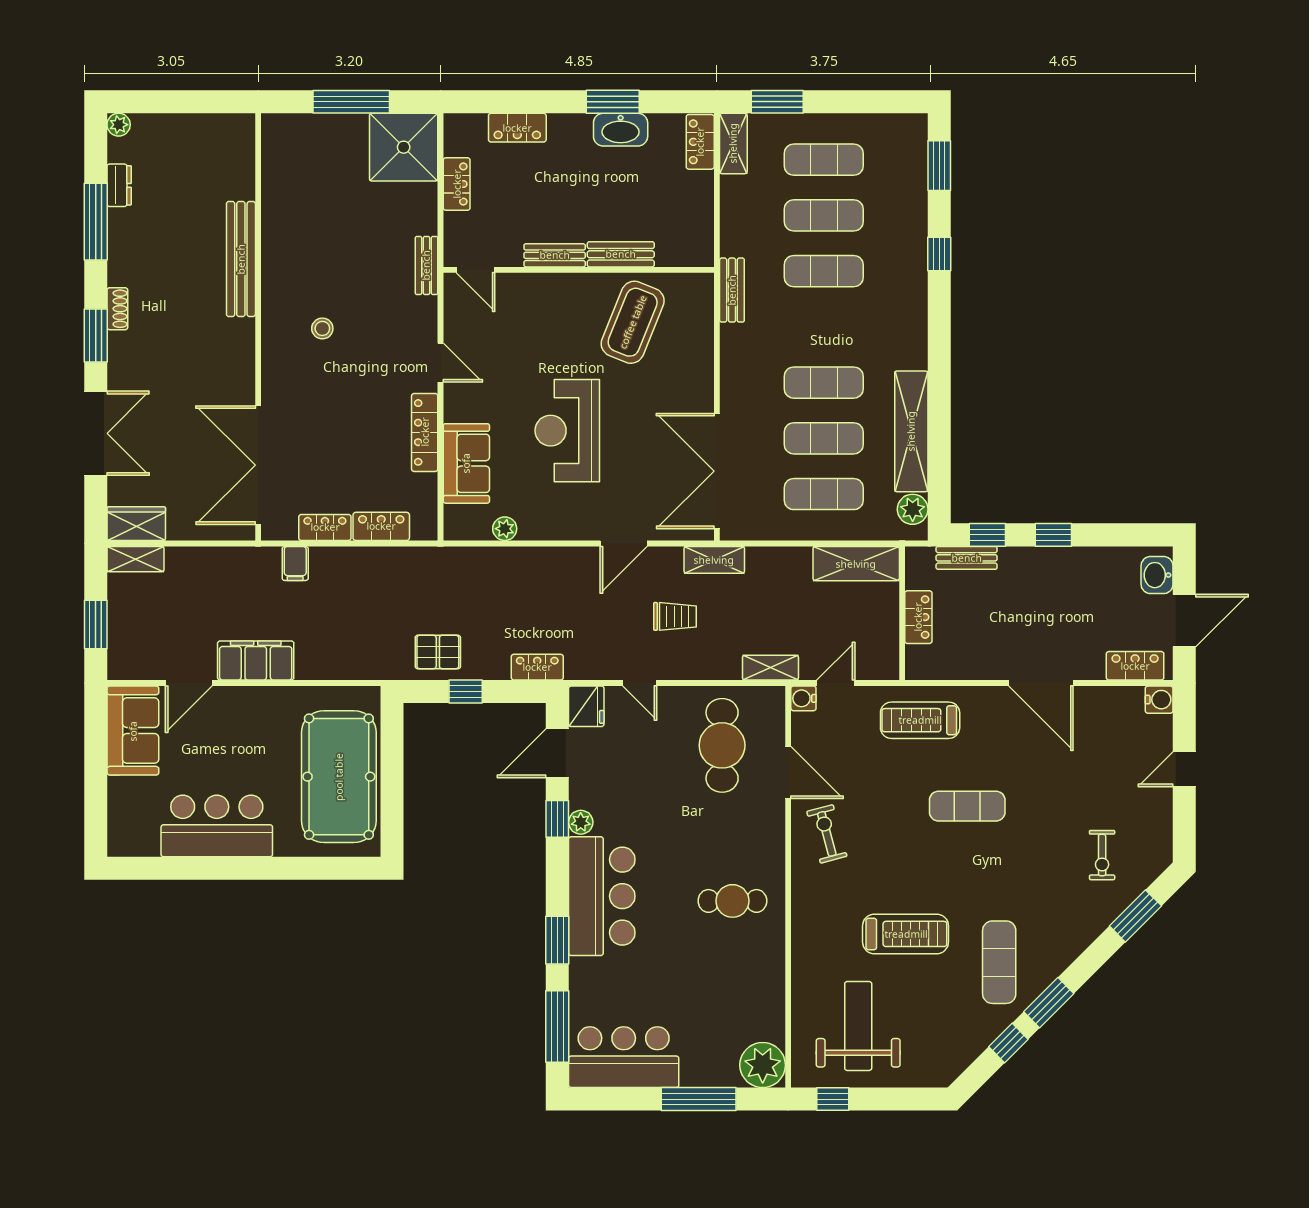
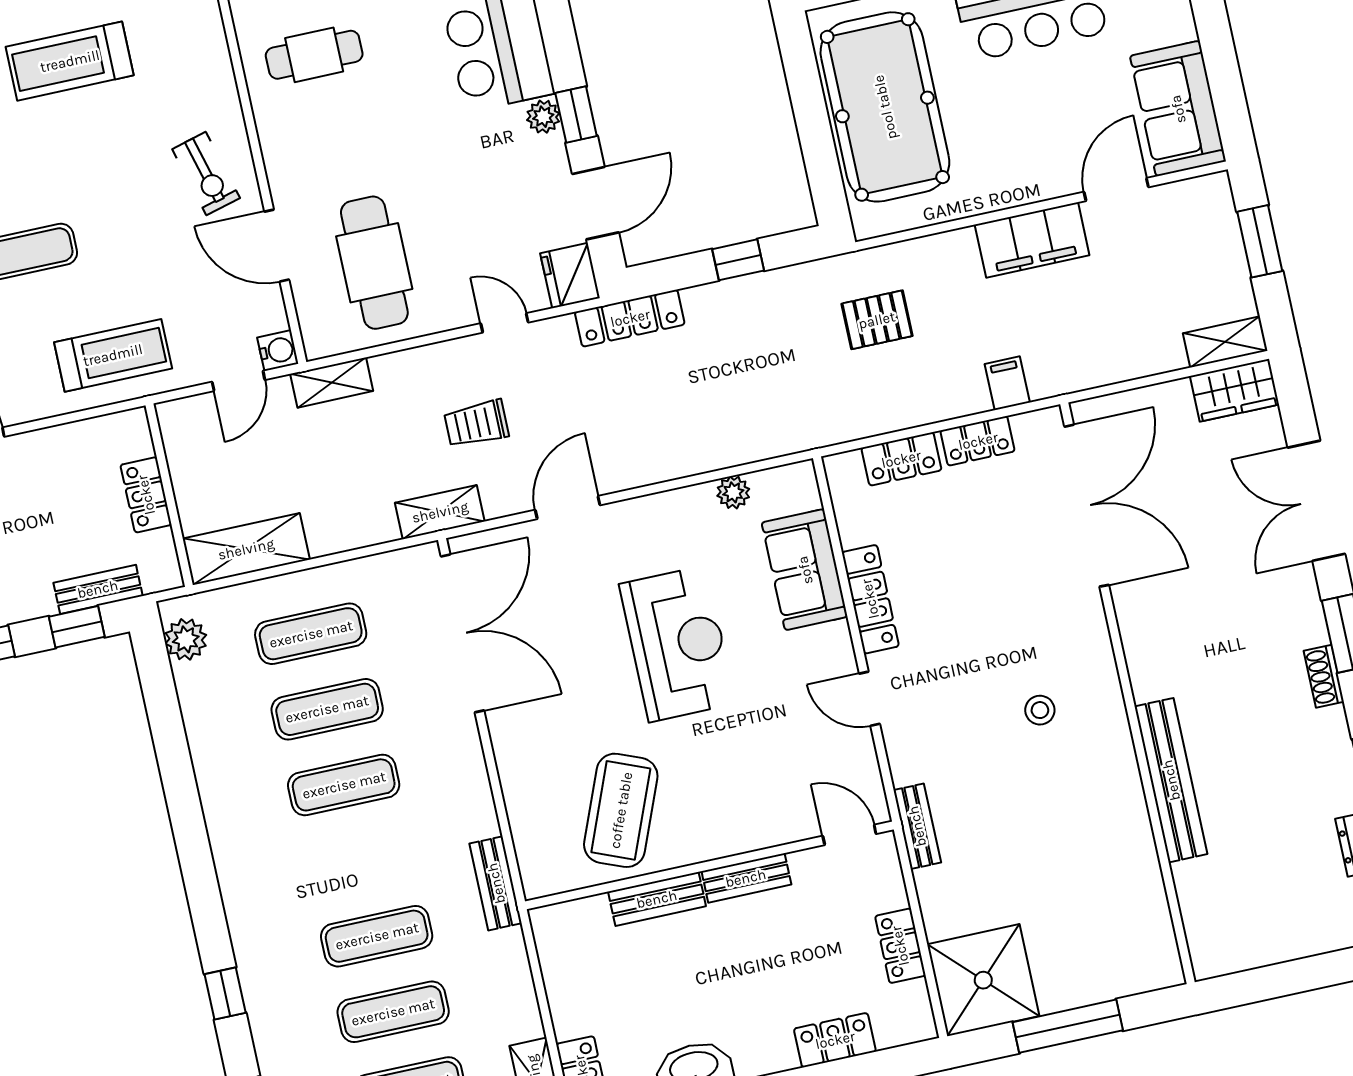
shelving: (911, 431) -> (211, 745), removed
pallet: (438, 652) -> (877, 320), moved
locker: (537, 667) -> (630, 318), width x1.53

